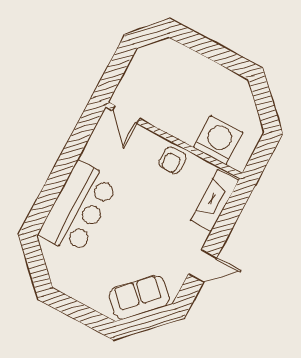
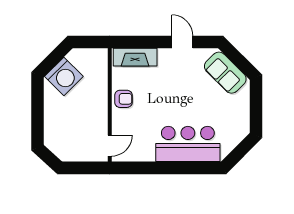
washing machine: (218, 140) -> (64, 76), moved, turned -135

